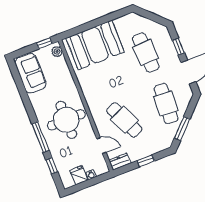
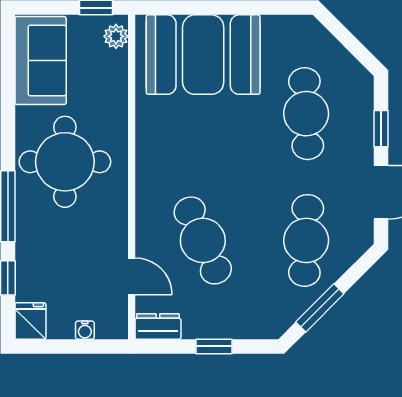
round table: (66, 120) -> (65, 162), moved
fridge: (79, 175) -> (30, 321), moved

